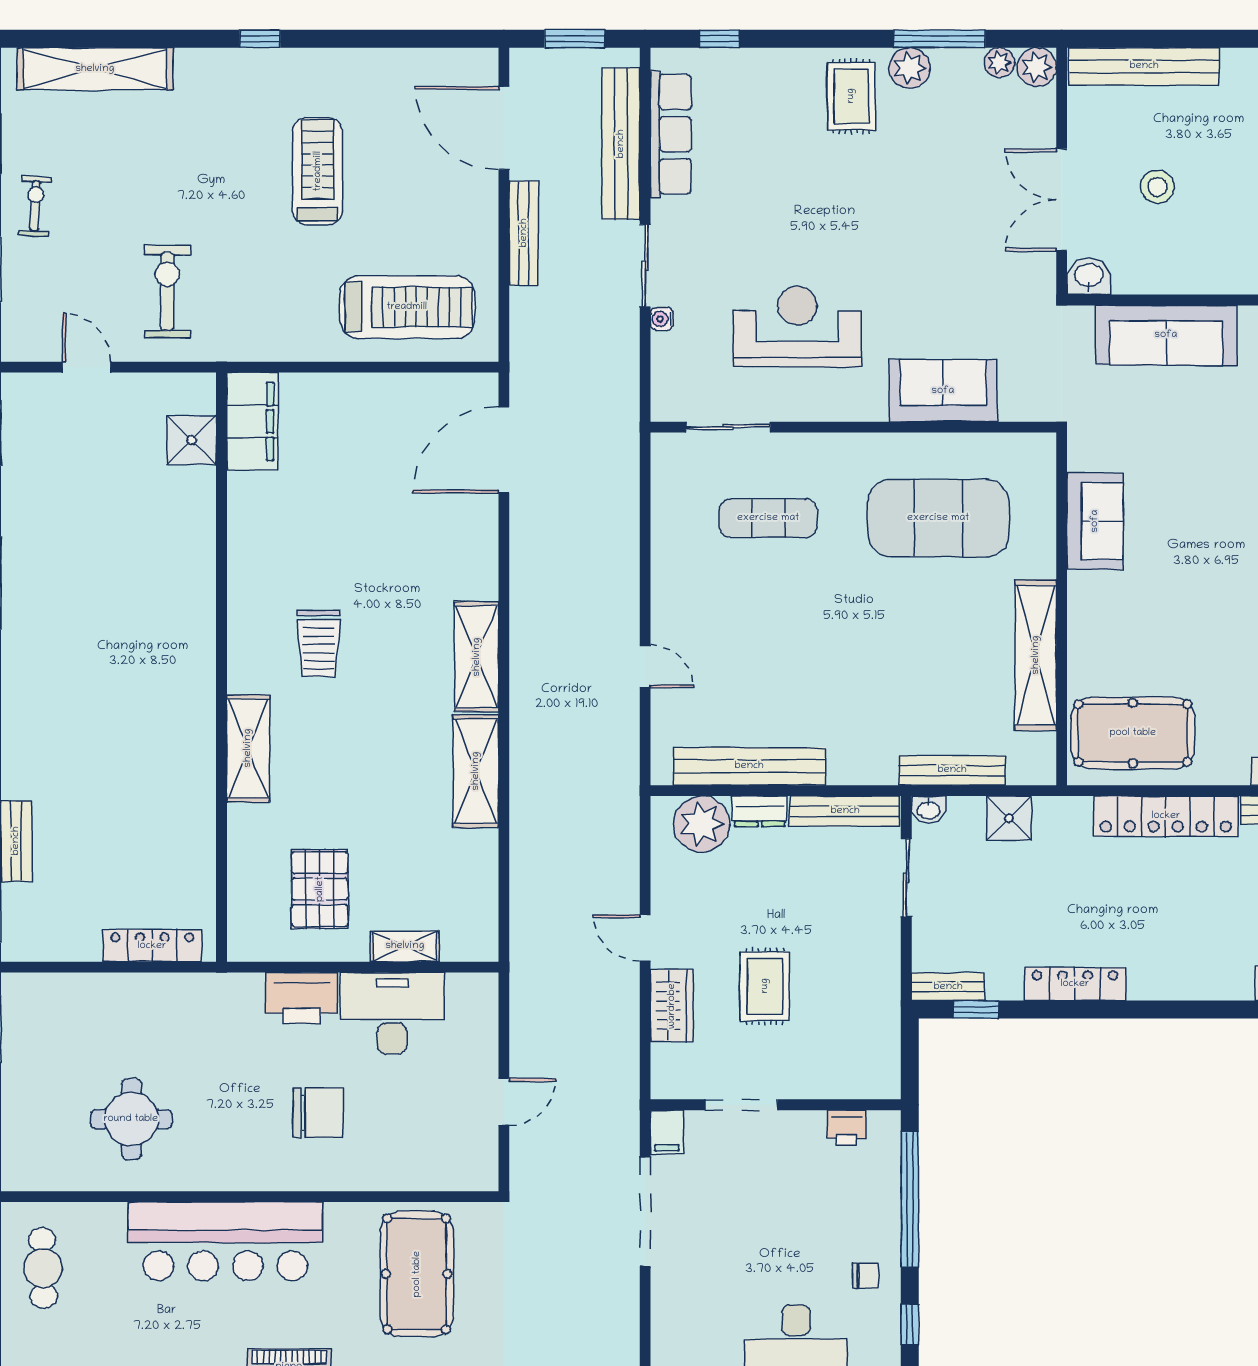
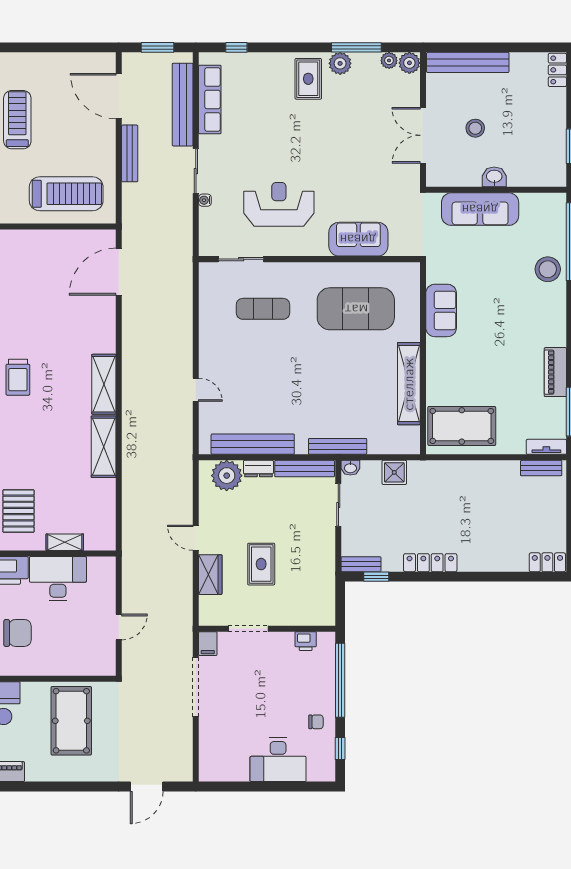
washbasin: (1089, 276) -> (494, 177), moved
bench: (952, 770) -> (338, 446), moved
locker: (1166, 816) -> (480, 471), removed

